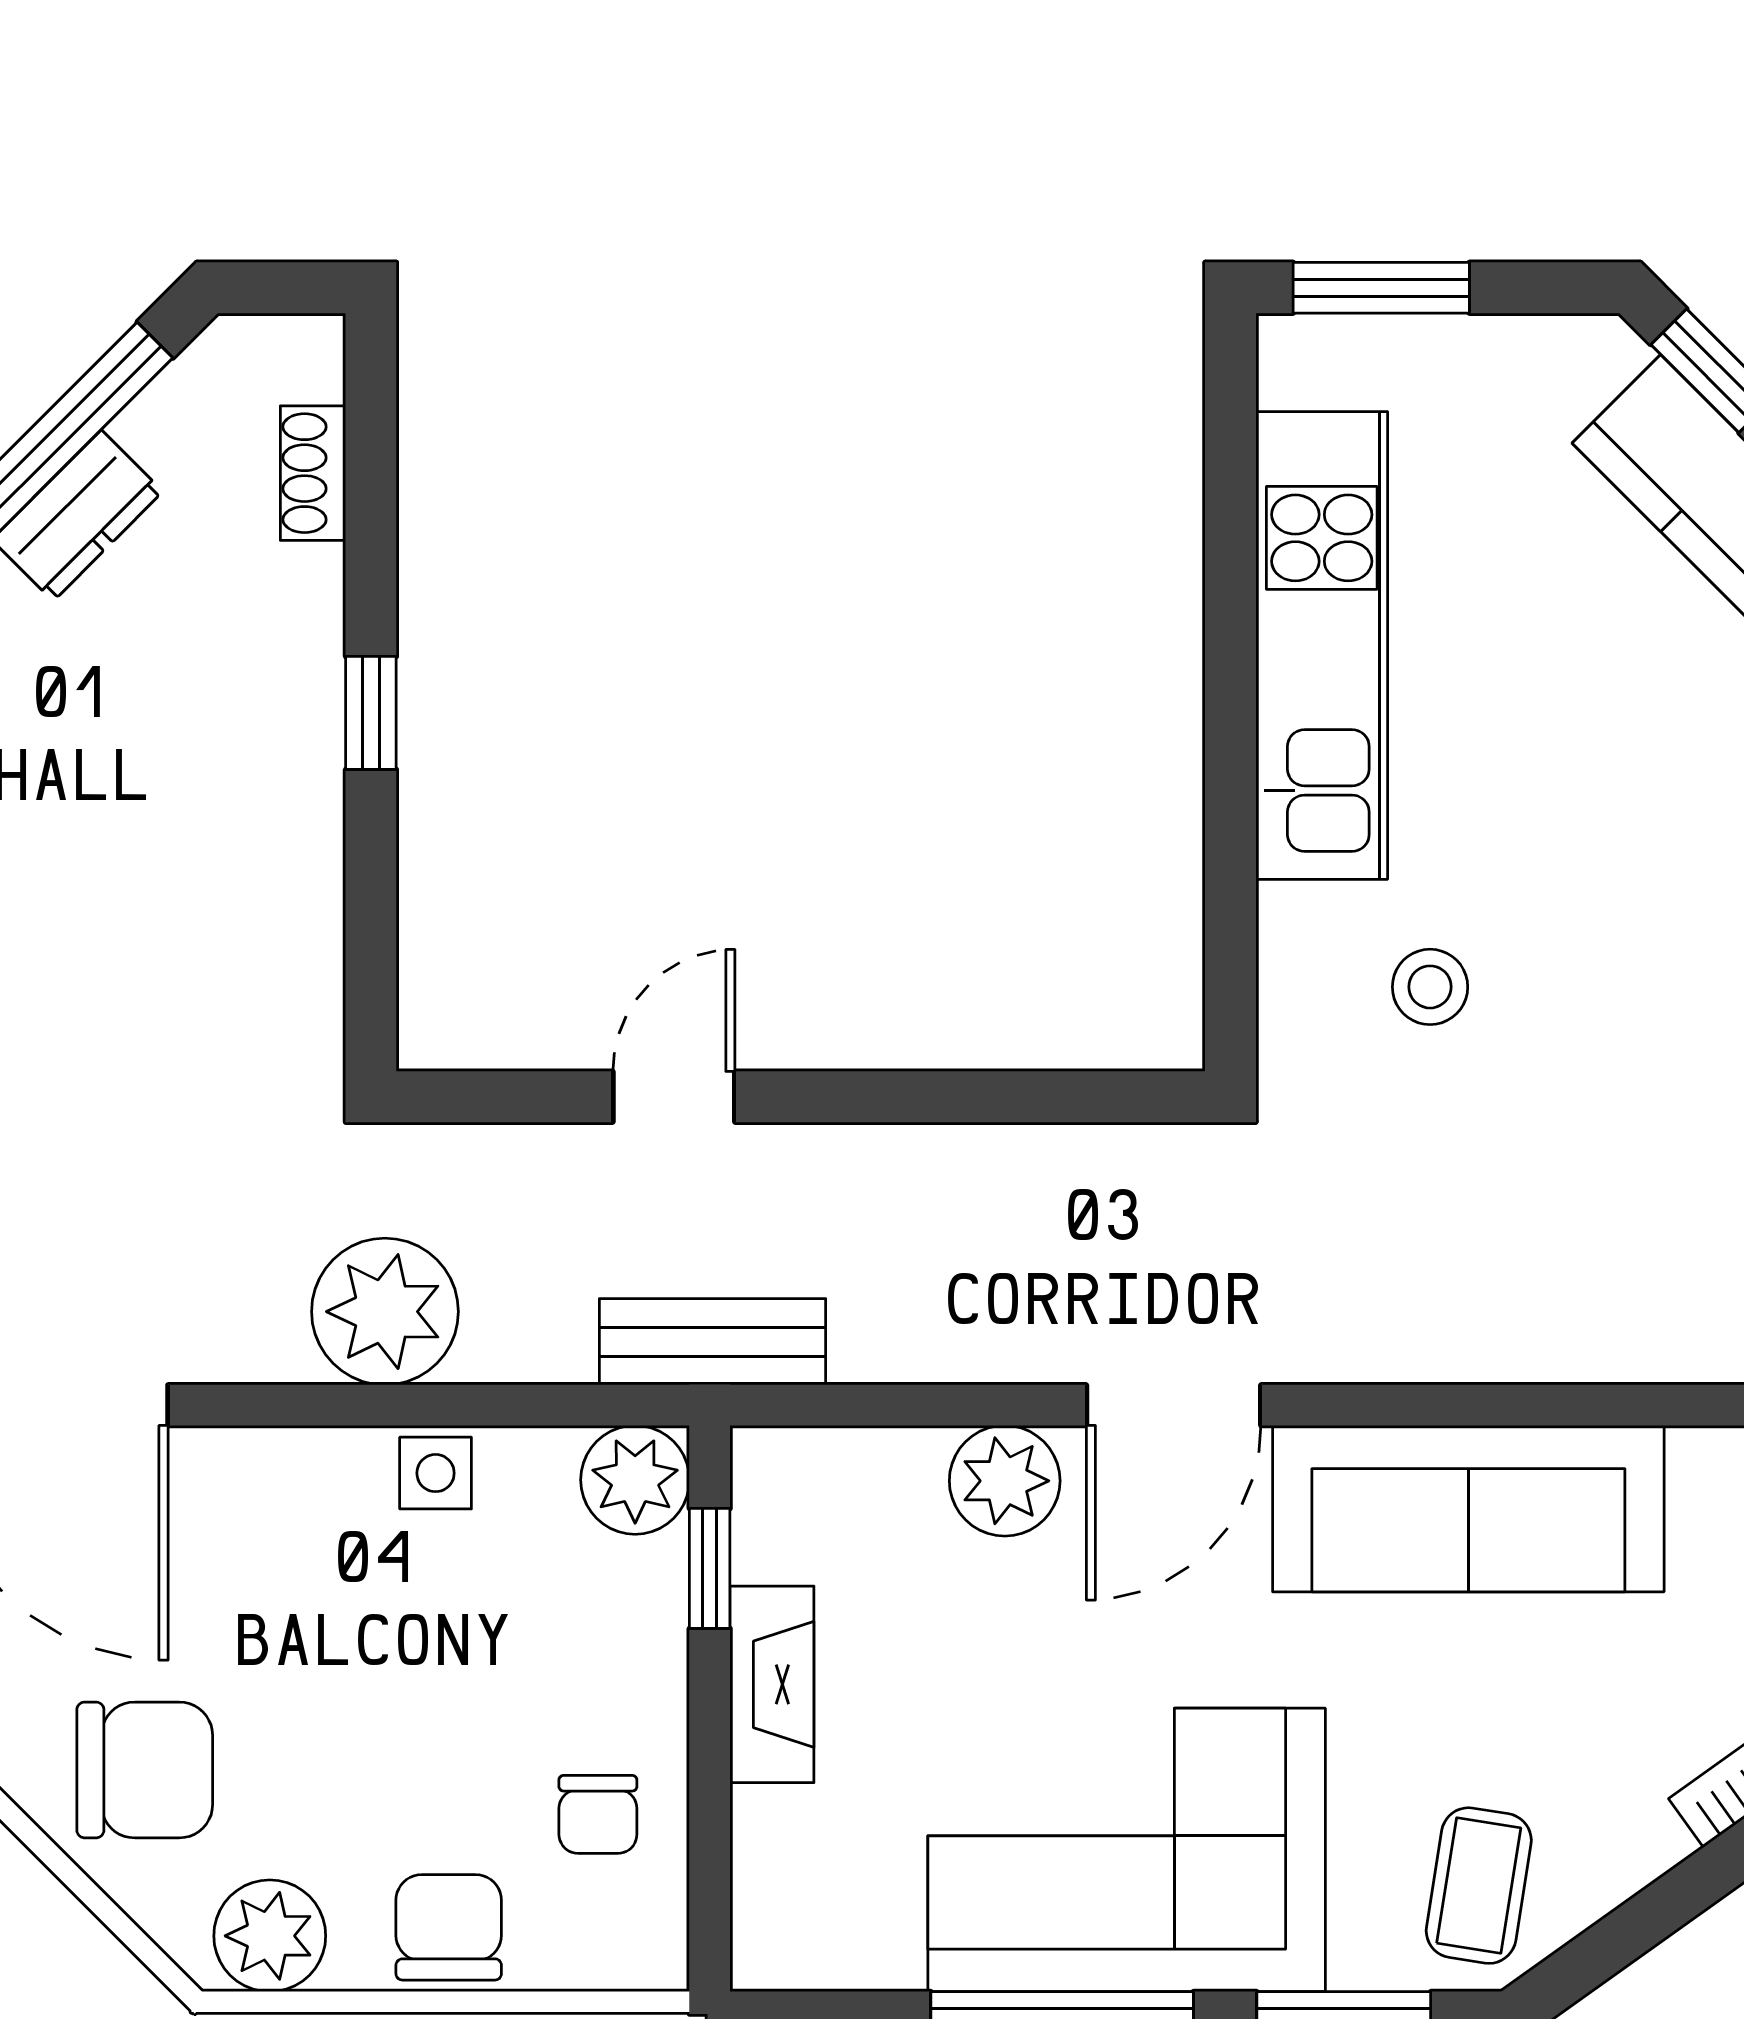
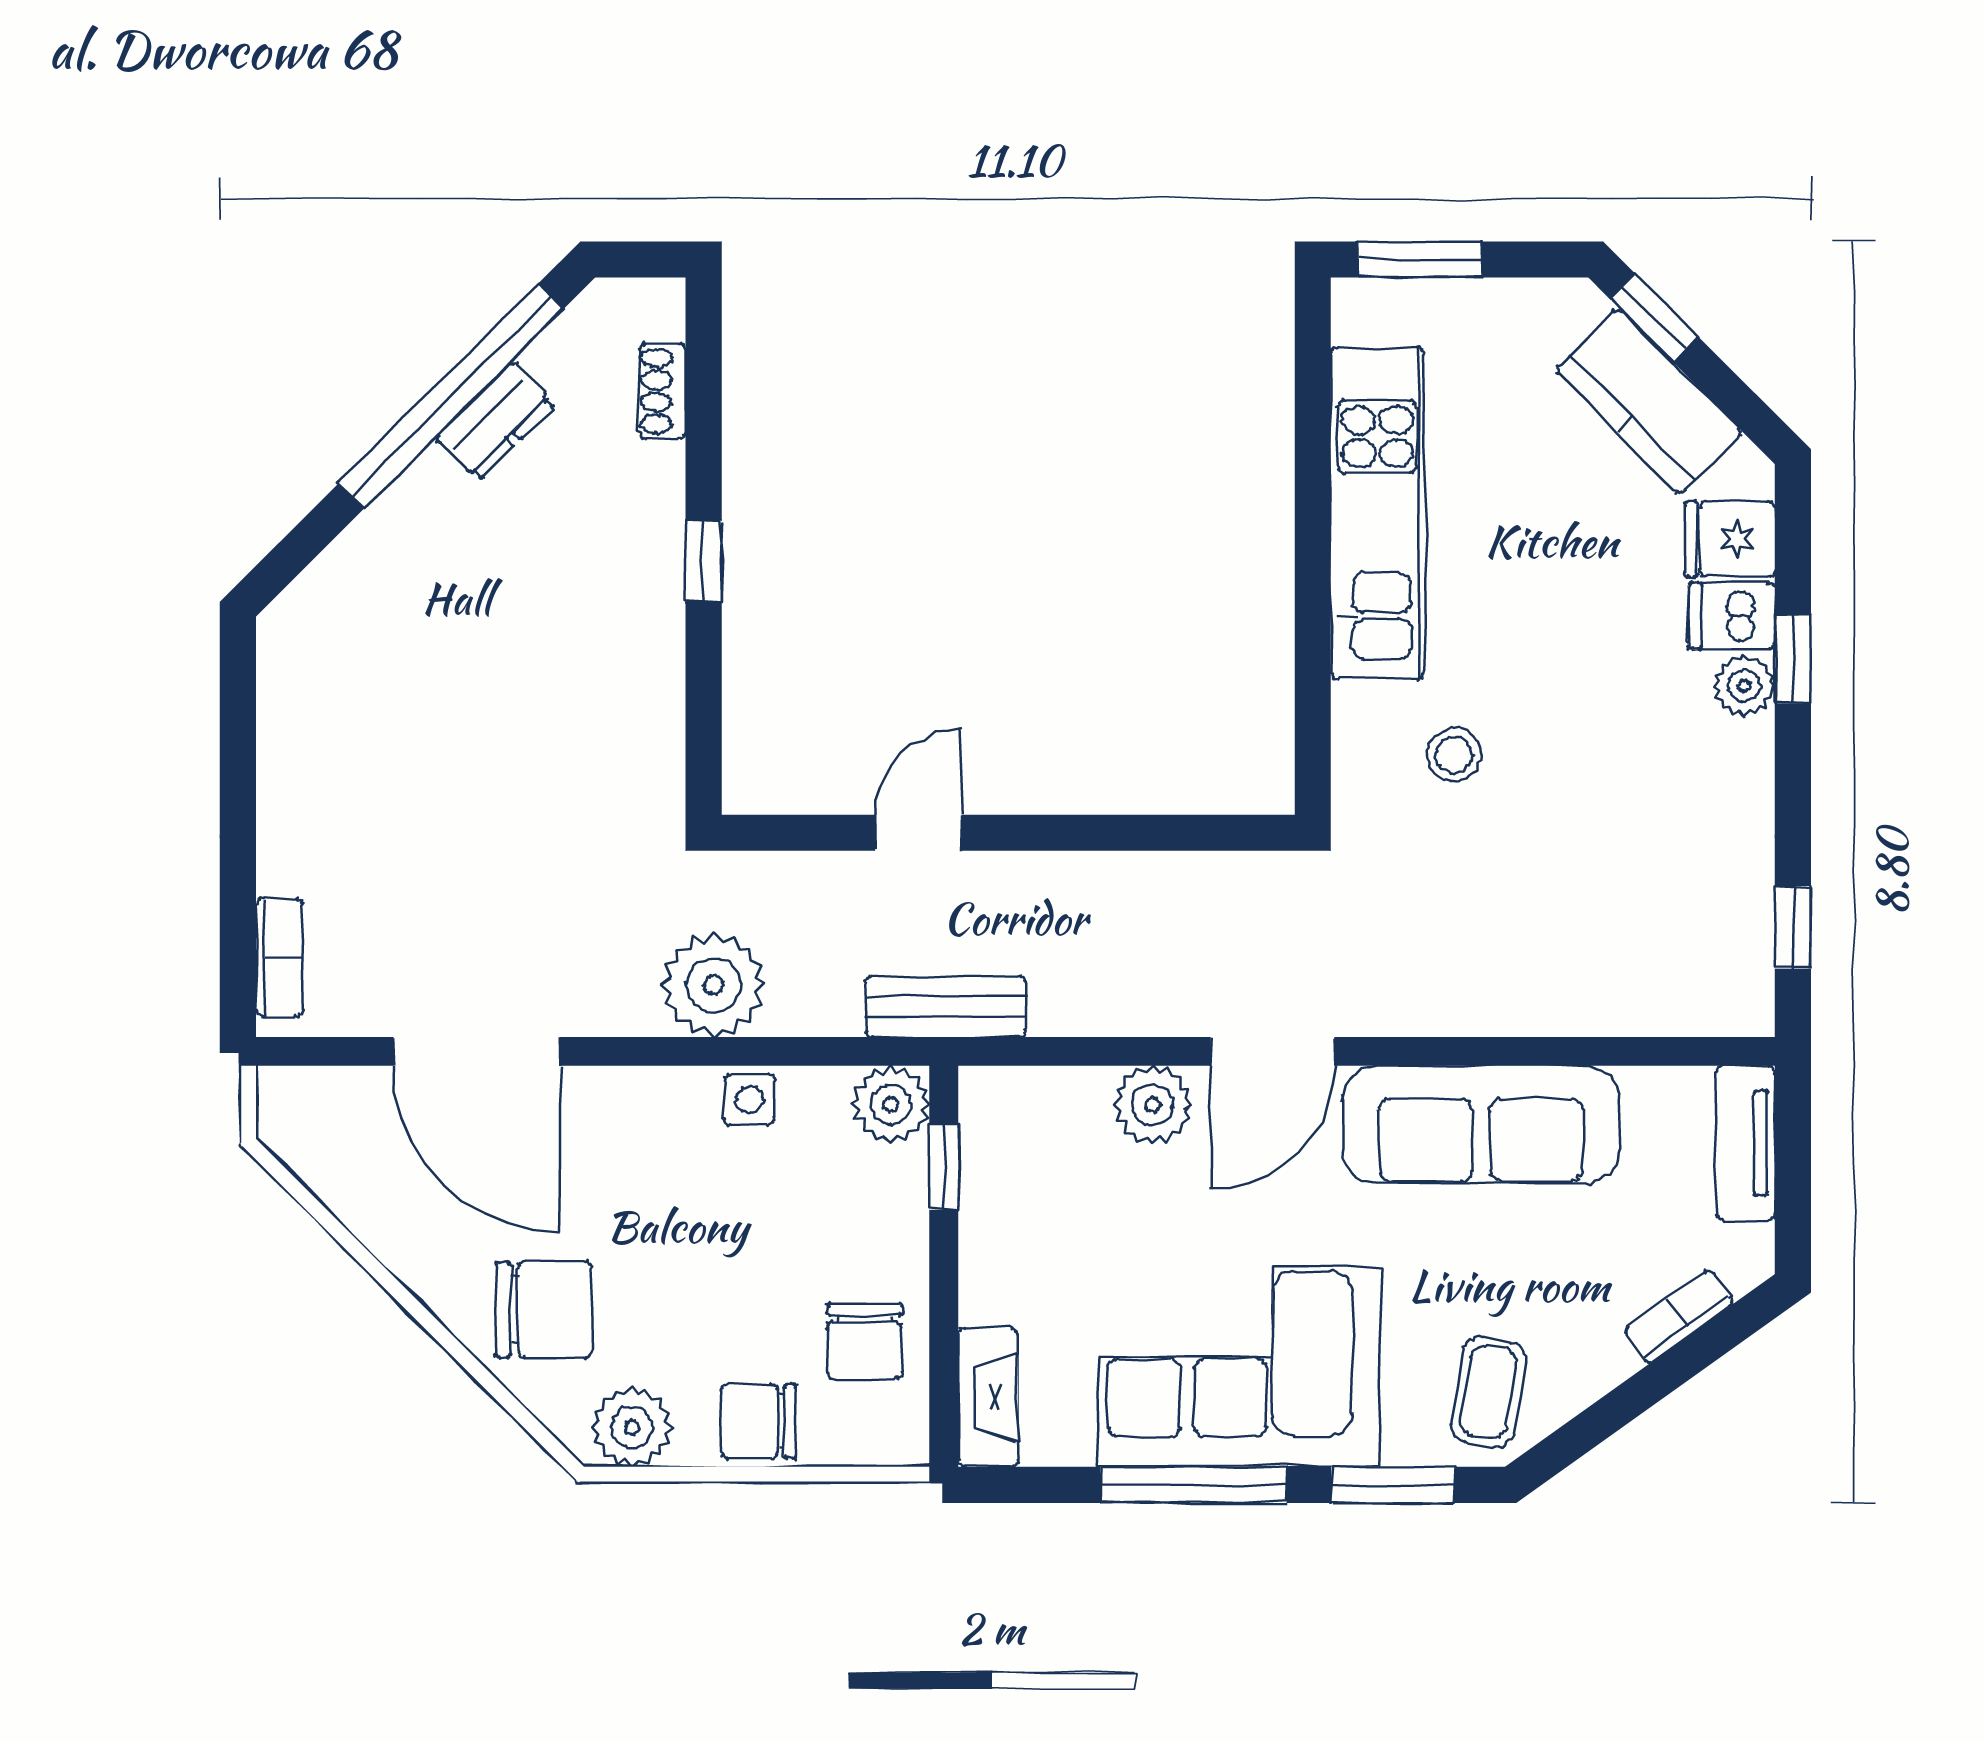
fireplace: (772, 1684) -> (988, 1397), moved
chair: (598, 1814) -> (864, 1341), width x1.37, depth x1.37
chair: (449, 1927) -> (759, 1421), turned -90

